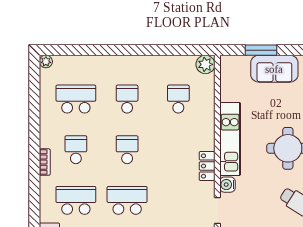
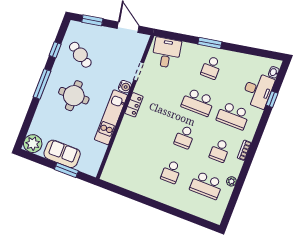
plant: (46, 62) -> (231, 181), moved
plant: (205, 64) -> (108, 175), removed
school desk: (178, 99) -> (136, 158), removed

